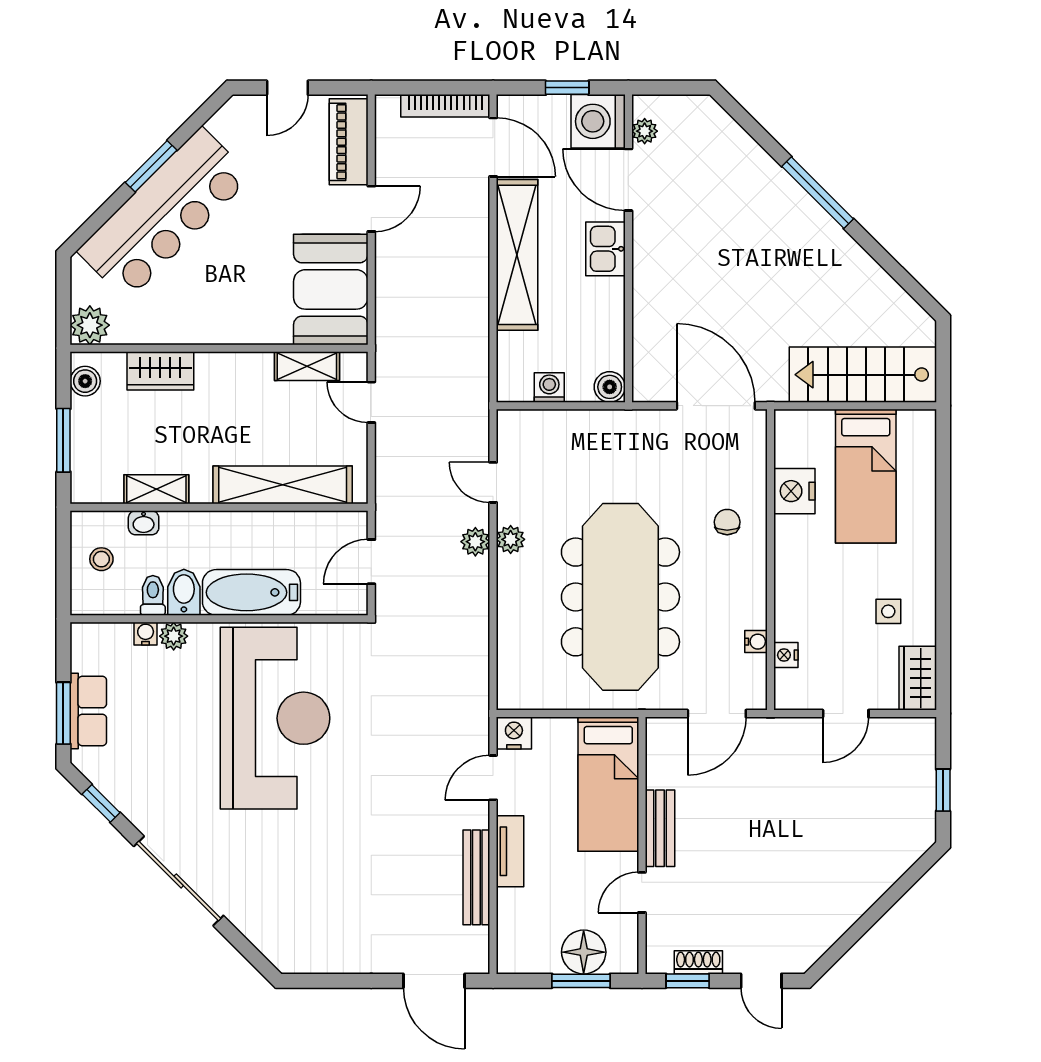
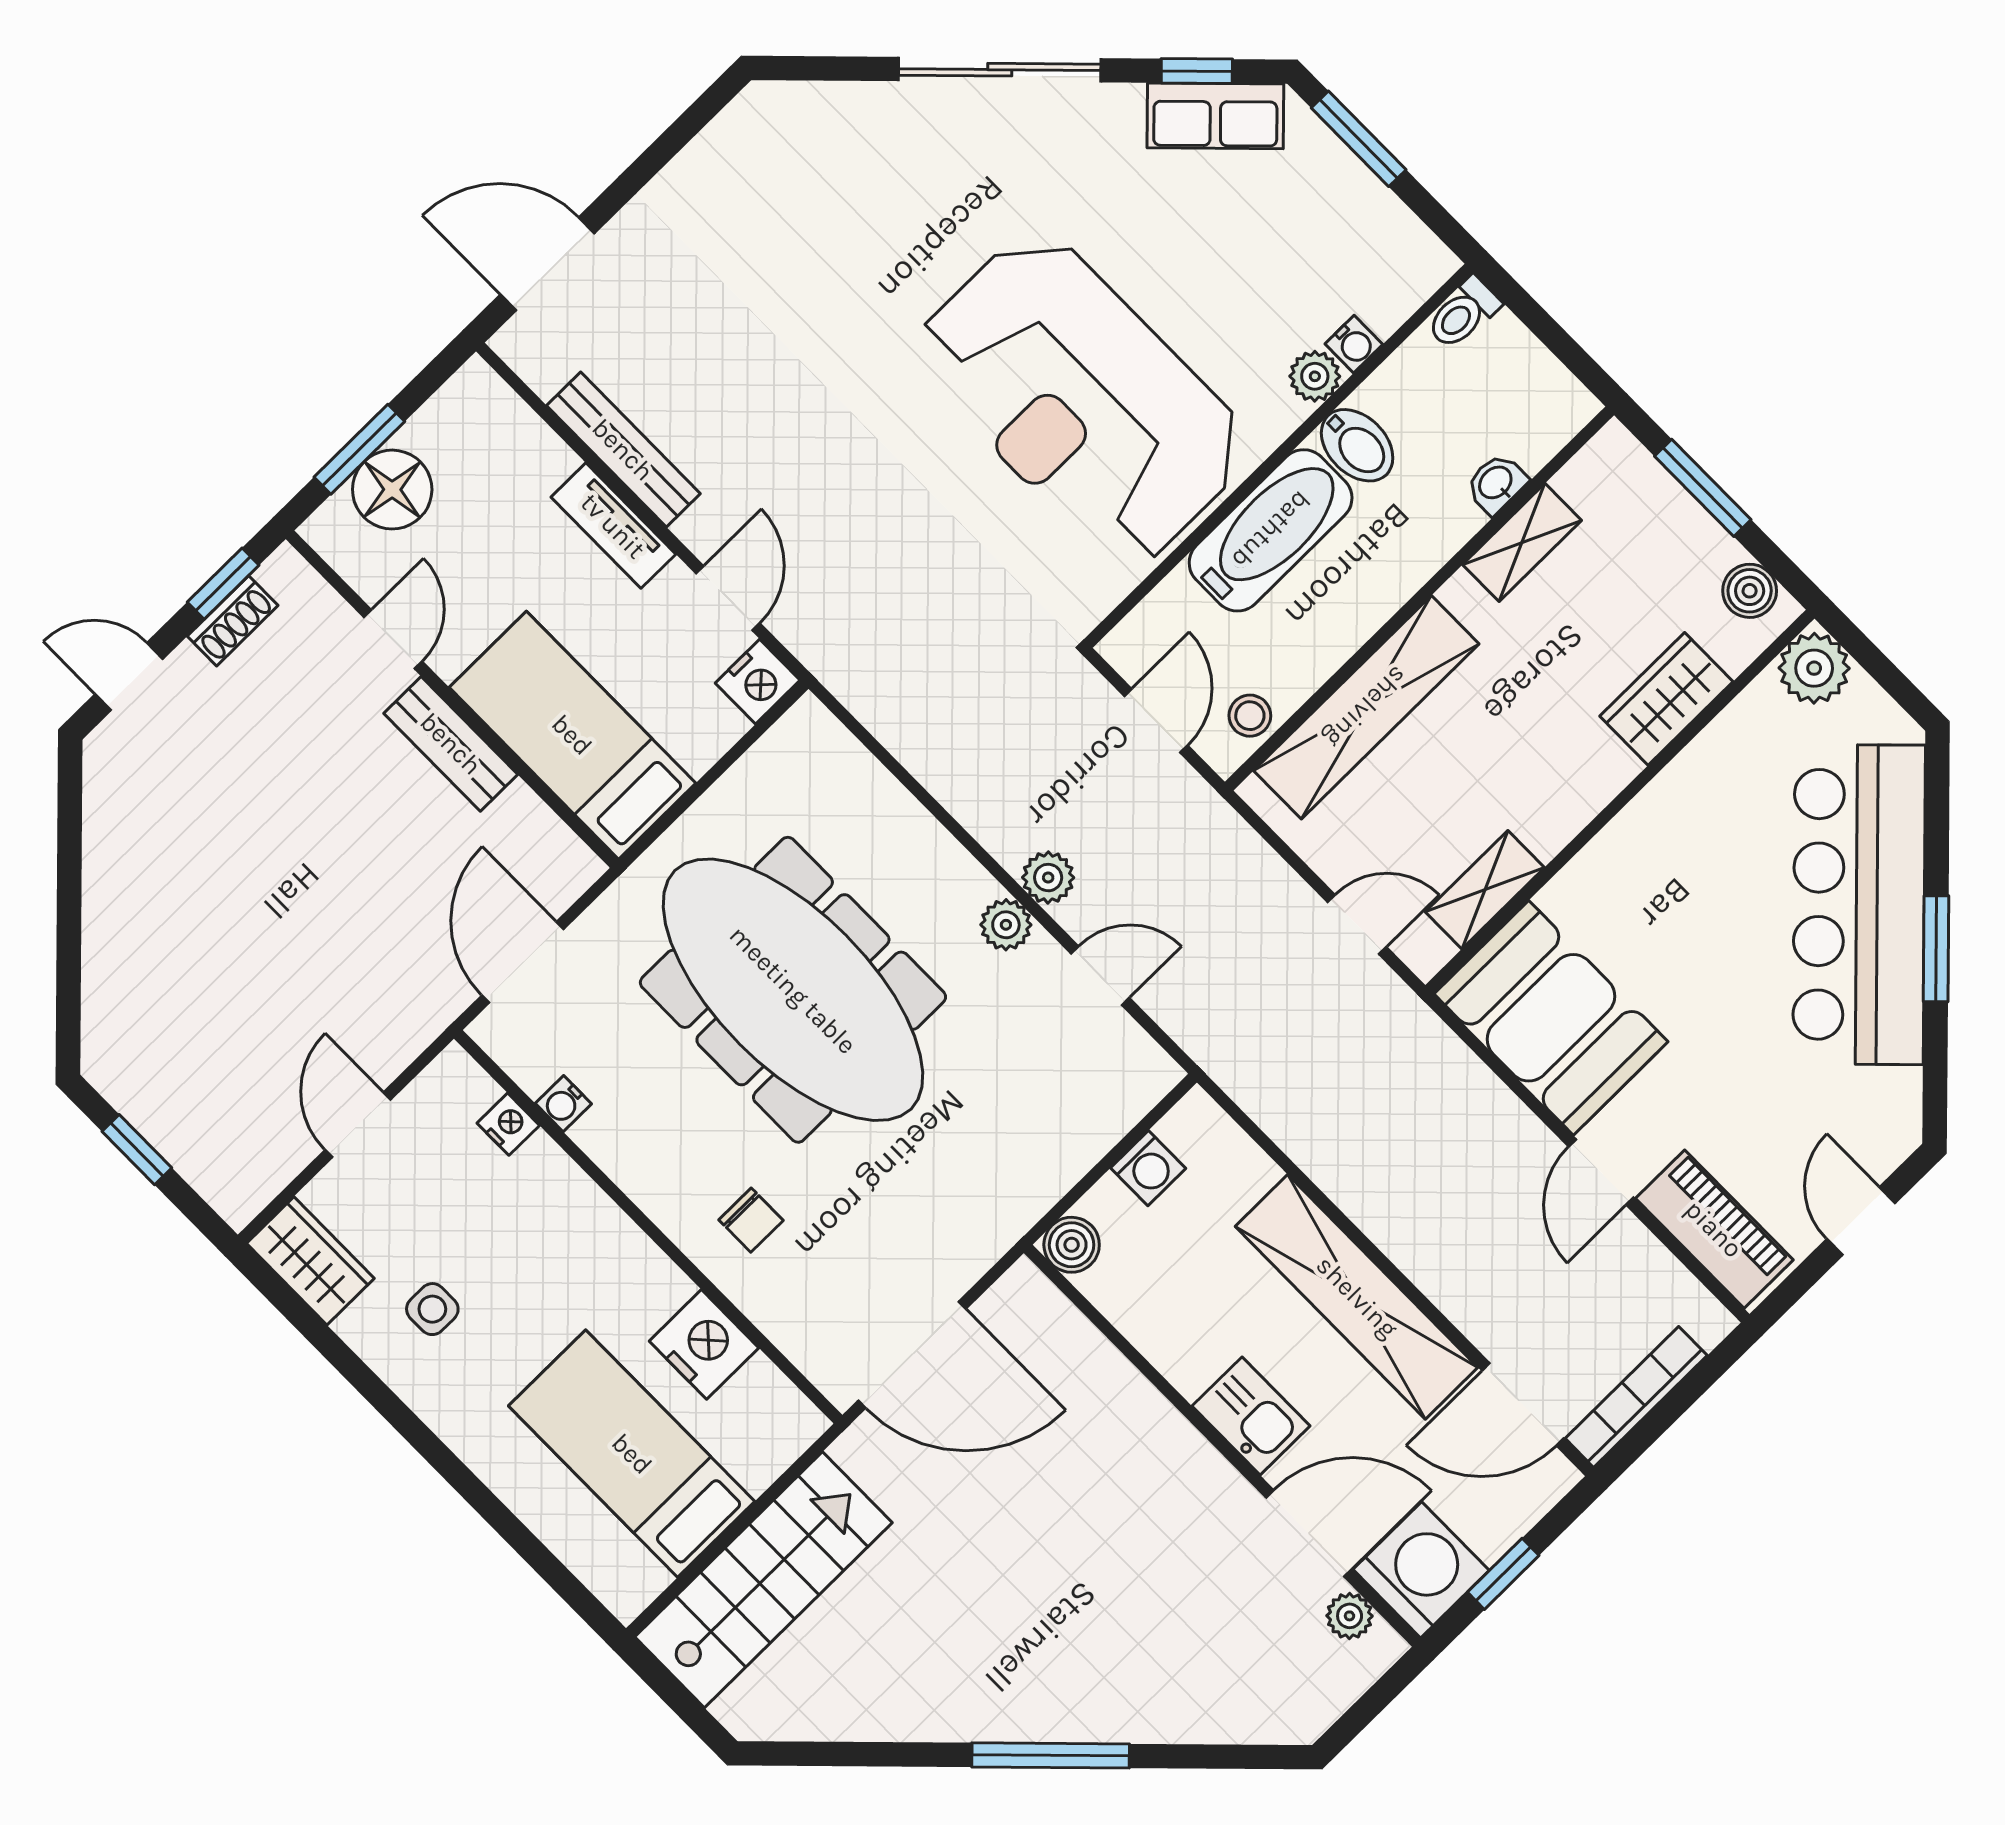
stool: (101, 559) -> (1250, 716), moved
toilet: (153, 595) -> (1463, 313), moved, turned 90
row of seats: (88, 711) -> (1215, 116), moved, turned -45

